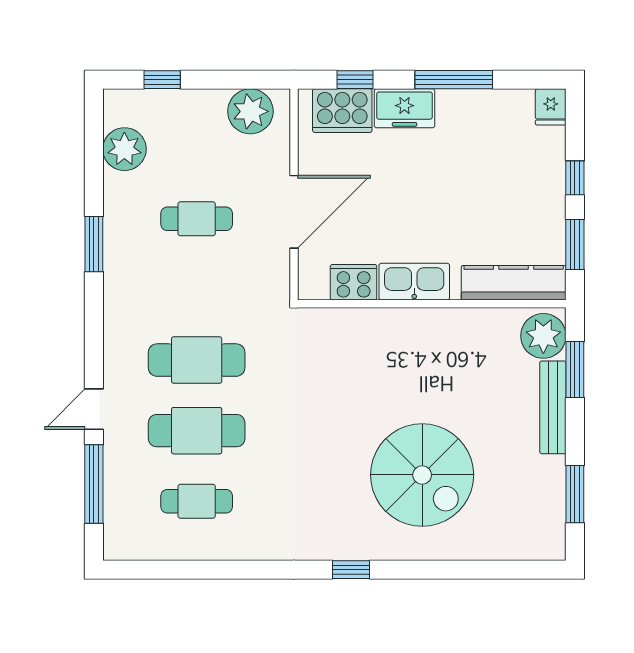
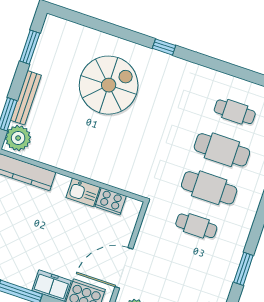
door: (294, 212) -> (124, 268), moved
cafe table: (197, 219) -> (196, 226), moved
kitchen sink: (414, 282) -> (83, 192), width x0.73
spiral stairs: (422, 475) -> (109, 85), turned 90

